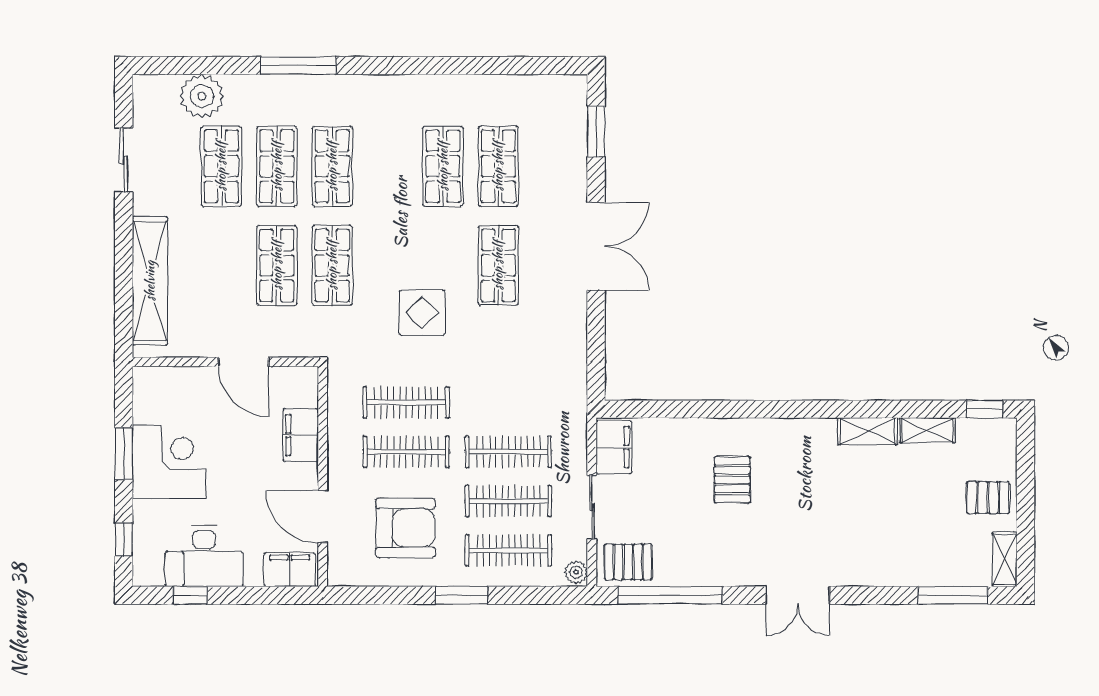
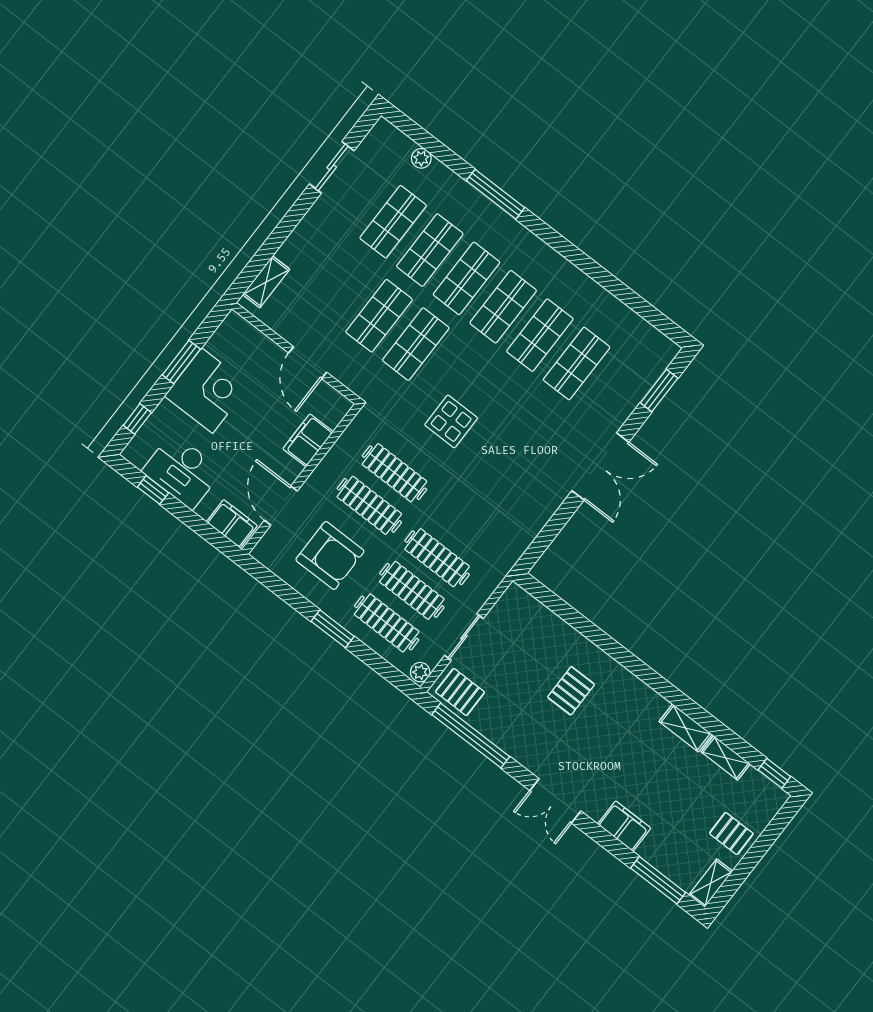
plant: (202, 96) -> (421, 158), width x0.53, depth x0.53
shop shelf: (498, 265) -> (503, 307), moved
shelving: (150, 281) -> (266, 282), width x0.45, depth x0.75
filing cabinet: (614, 447) -> (624, 826), moved, turned -90

